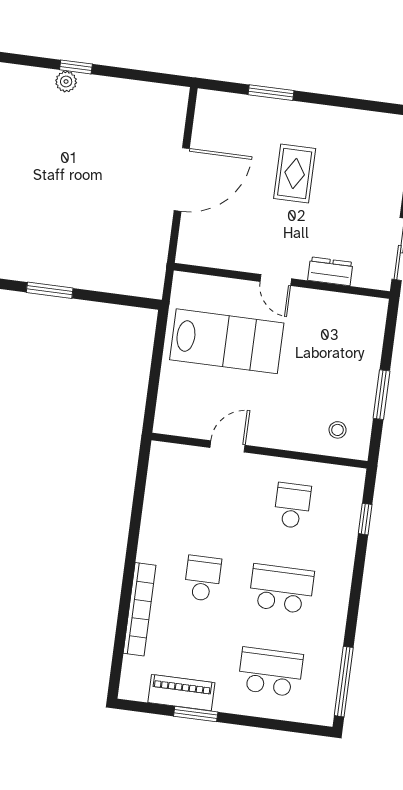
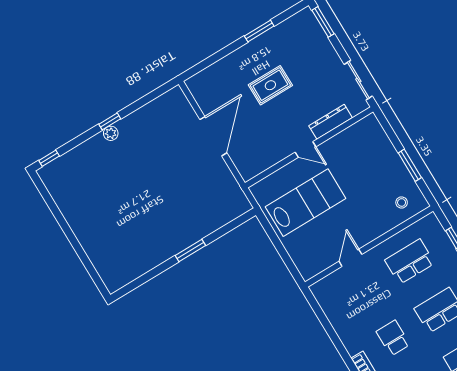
window: (271, 93) -> (259, 31), moved
rug: (295, 173) -> (270, 85), turned 90
dresser: (330, 271) -> (331, 122), width x1.44
school desk: (292, 506) -> (410, 262), width x1.85

